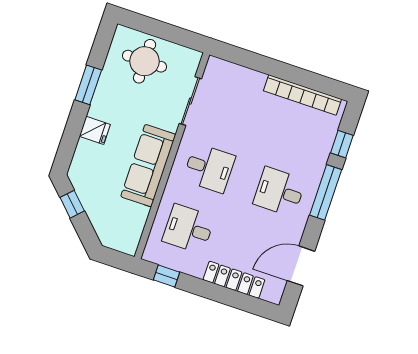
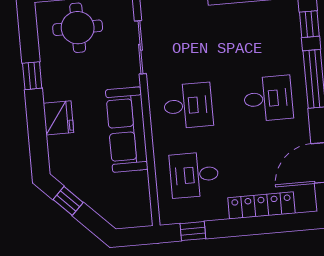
window: (88, 85) -> (32, 76), width x0.67
fridge: (95, 130) -> (58, 118), width x1.38
desk: (279, 192) -> (268, 98), turned 180

